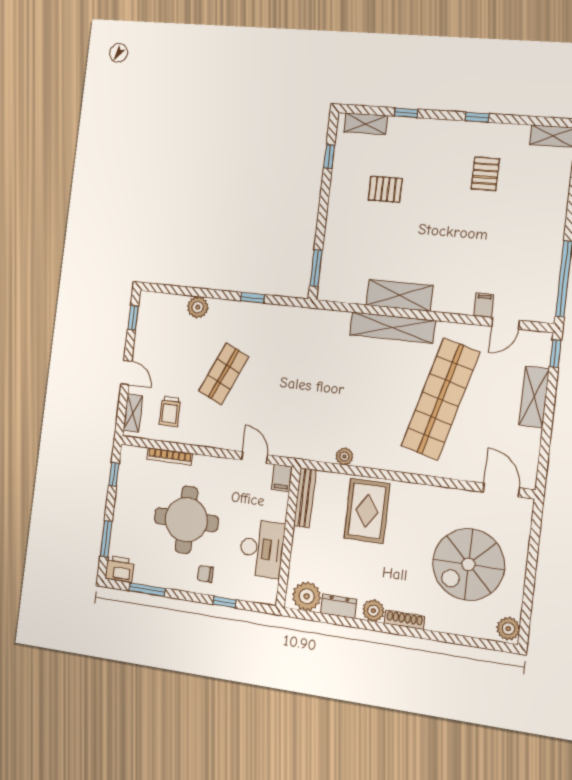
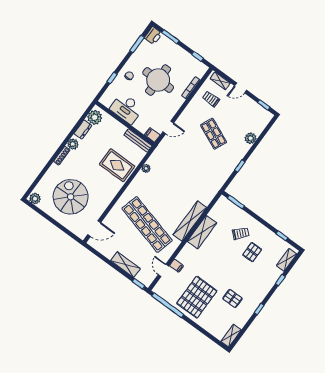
trolley: (364, 228) -> (241, 233), added
pallet: (519, 237) -> (197, 297), added

